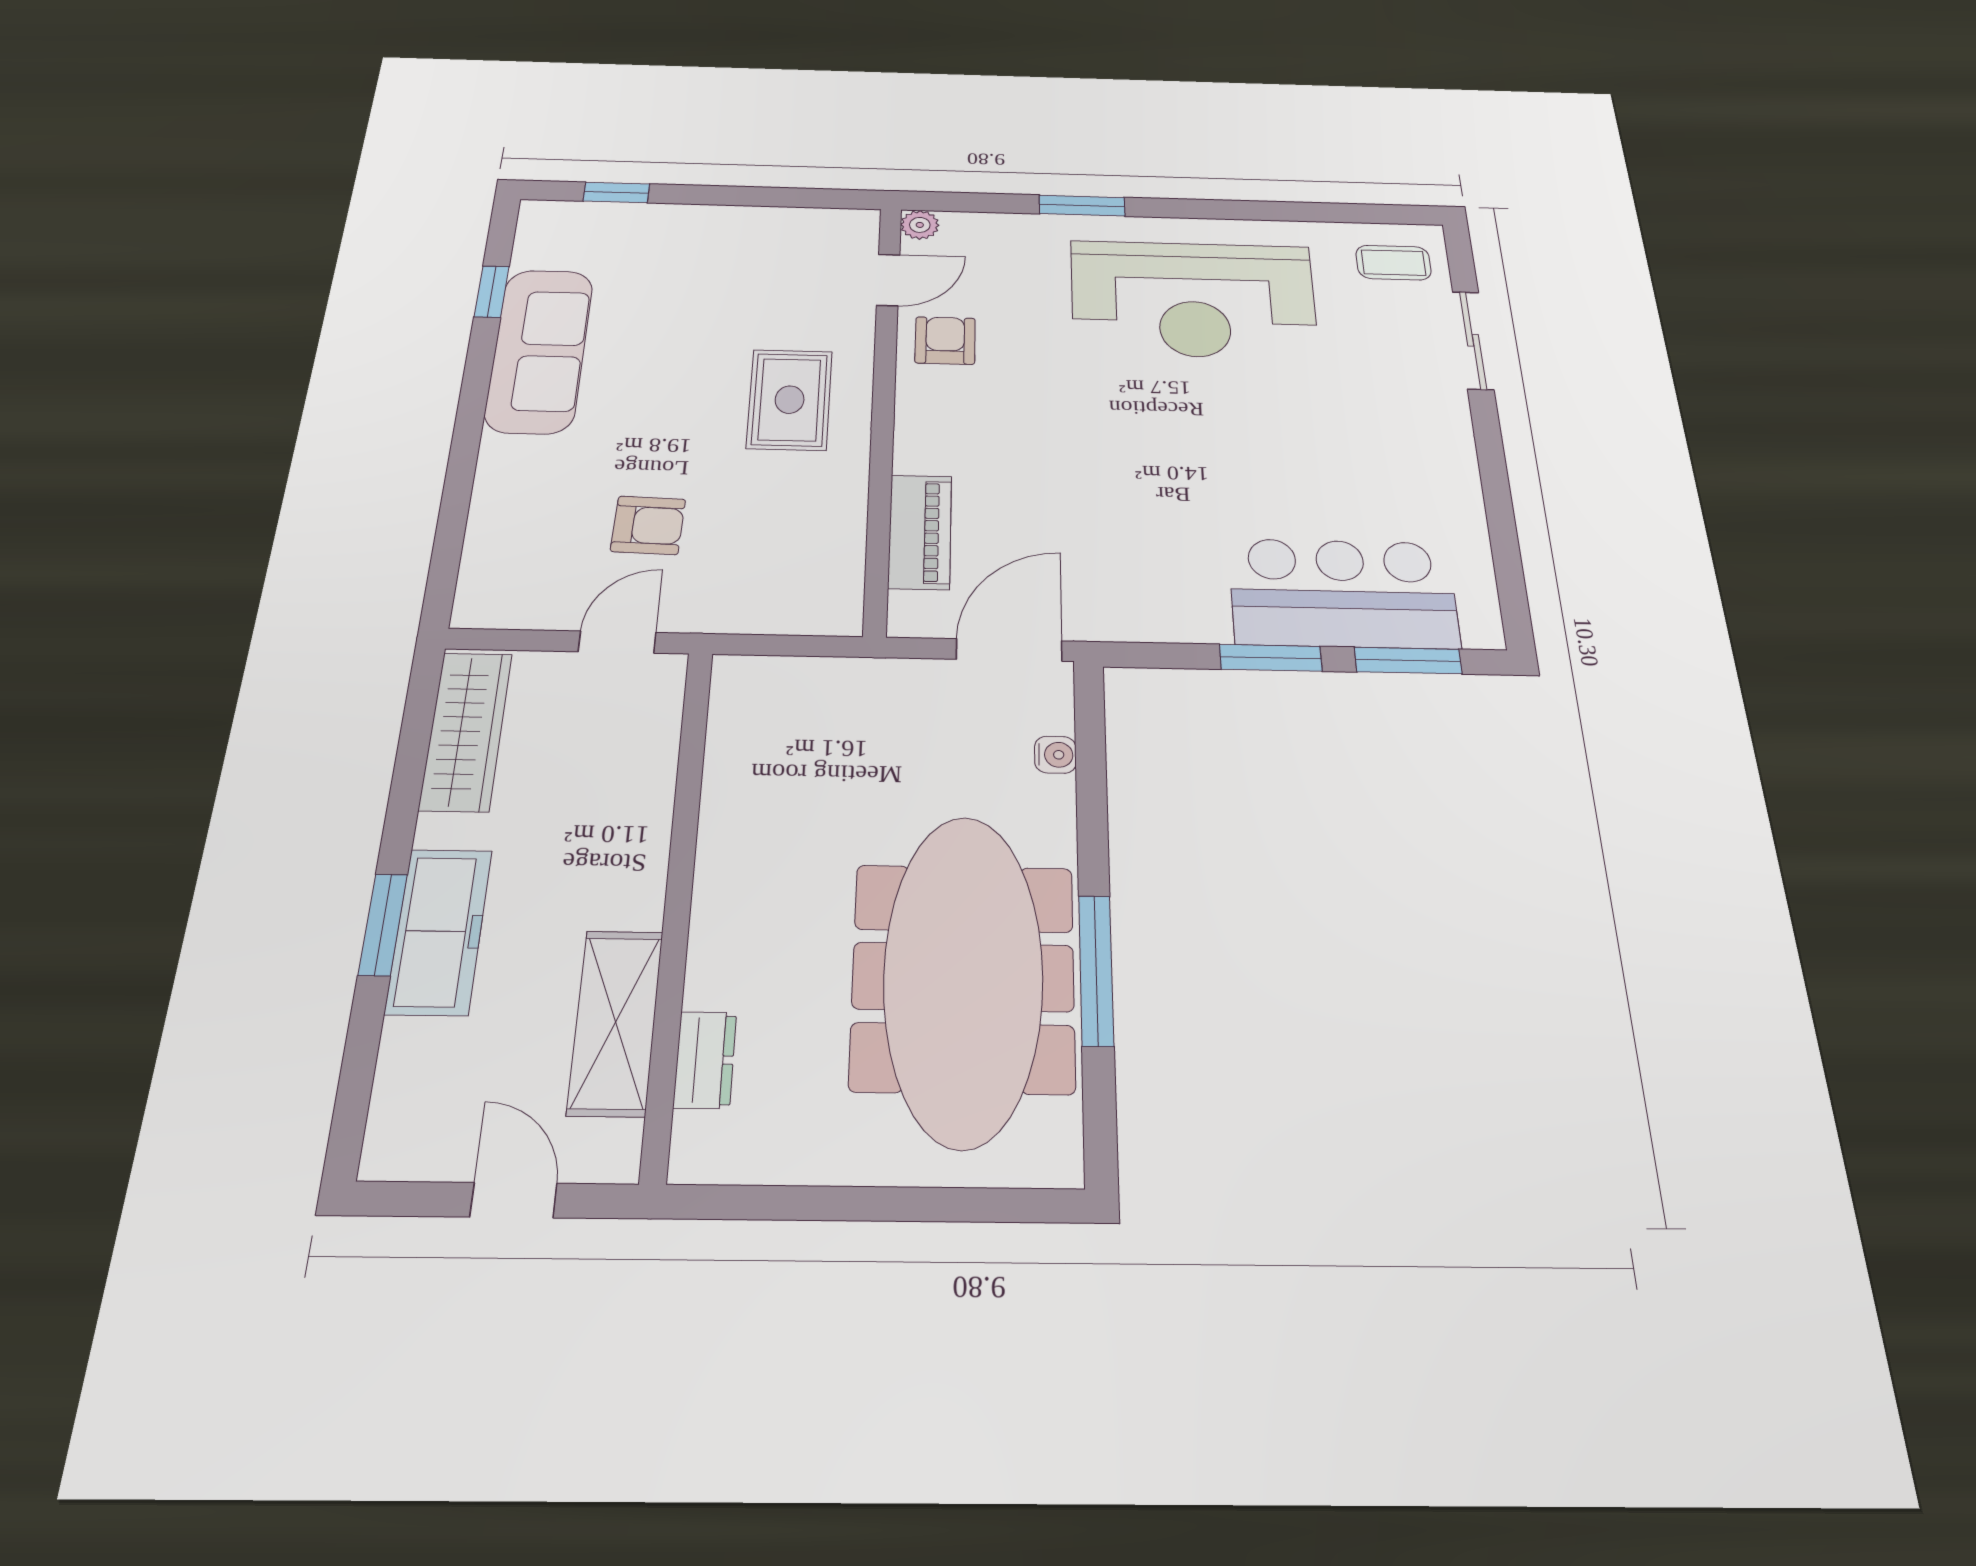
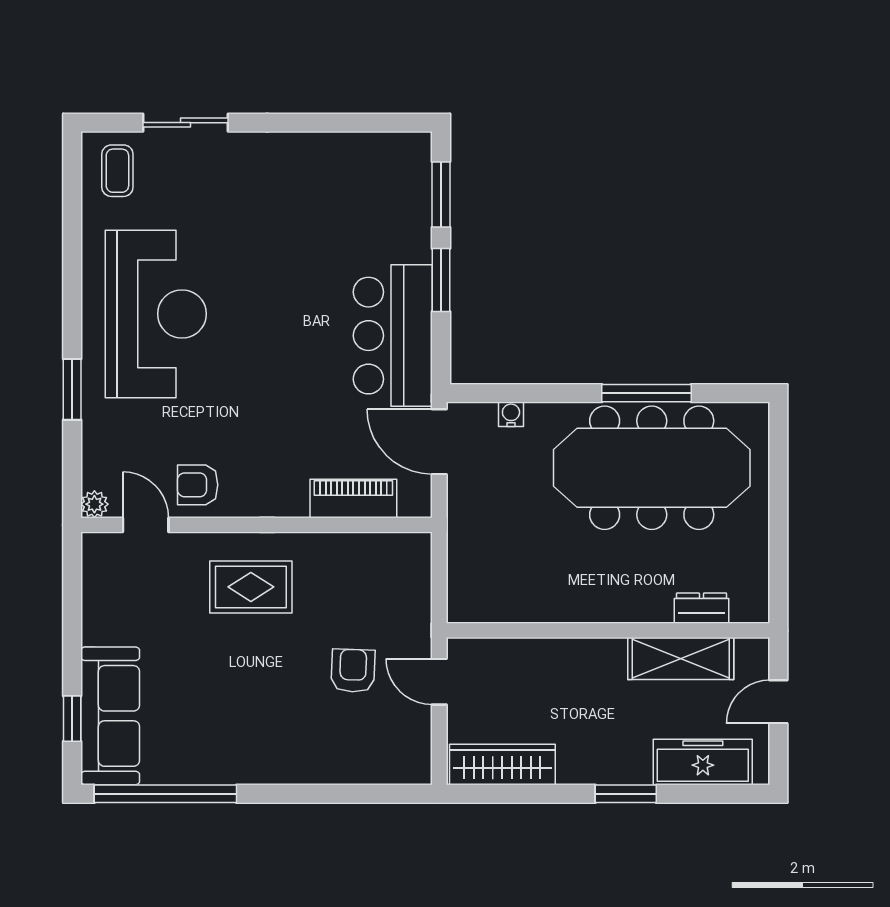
window: (492, 292) -> (165, 794), width x3.17
sofa: (539, 350) -> (110, 716), moved, turned 90
bar counter: (1343, 593) -> (393, 336), moved
freezer: (439, 931) -> (703, 762), moved

